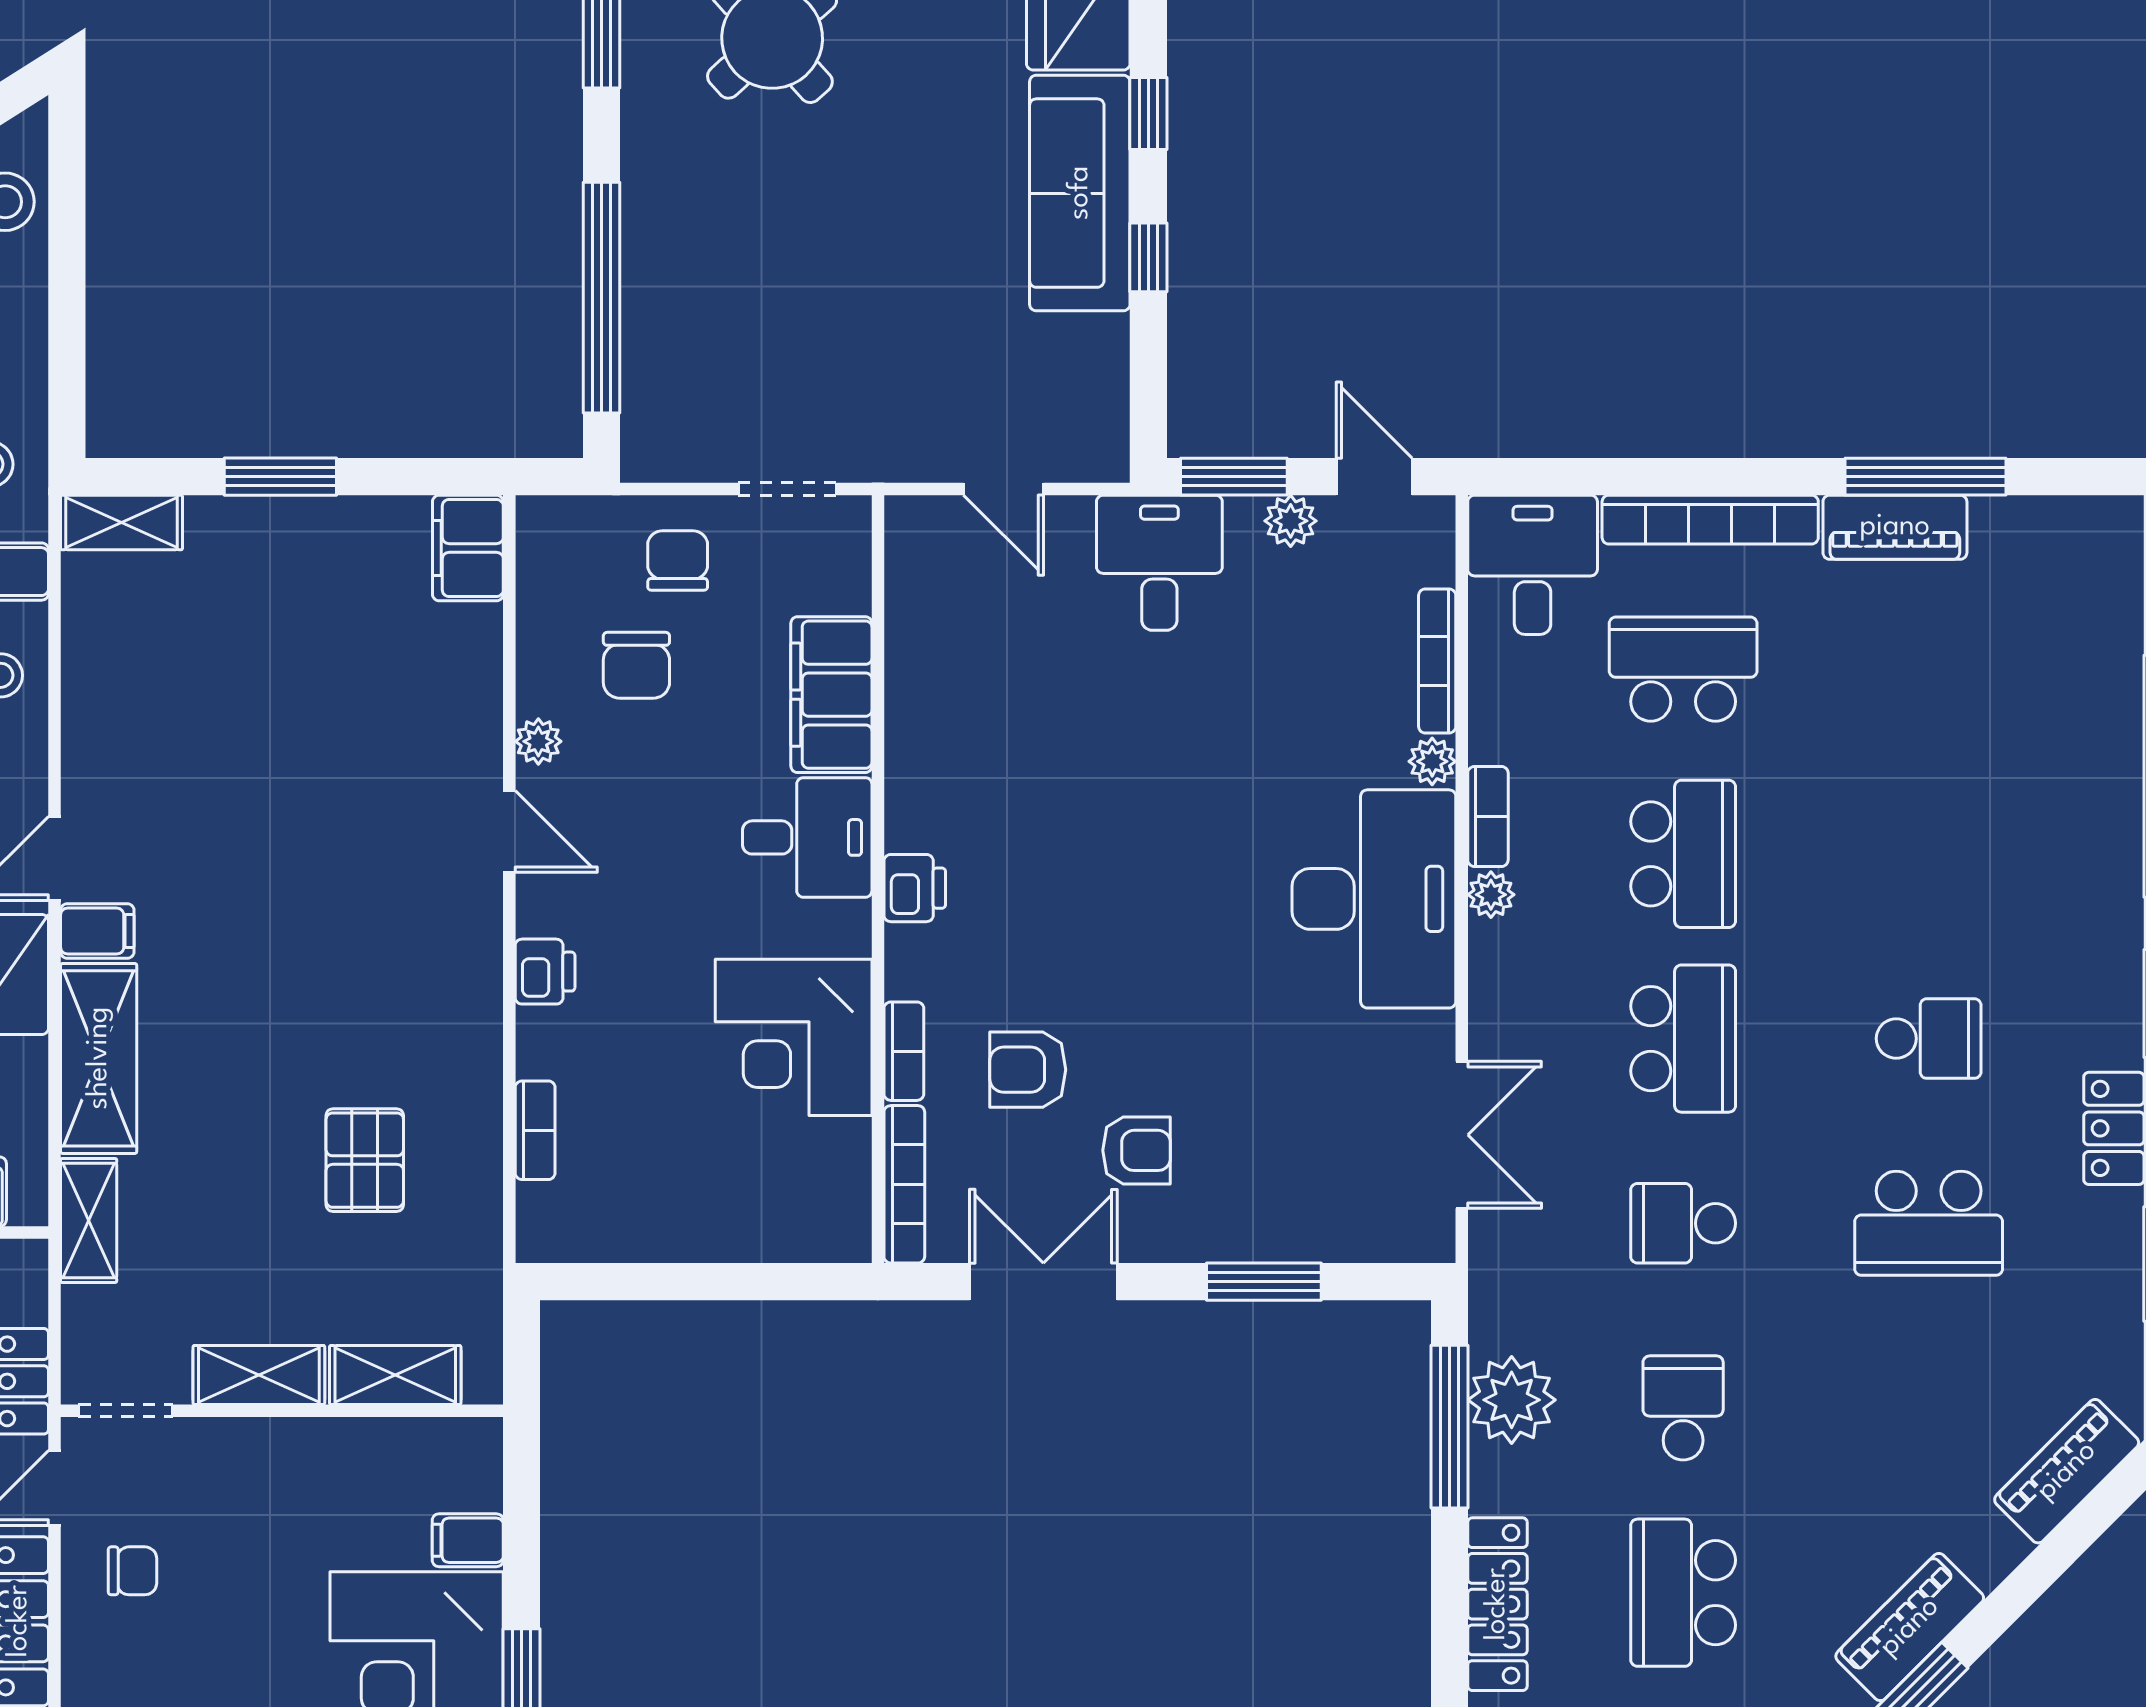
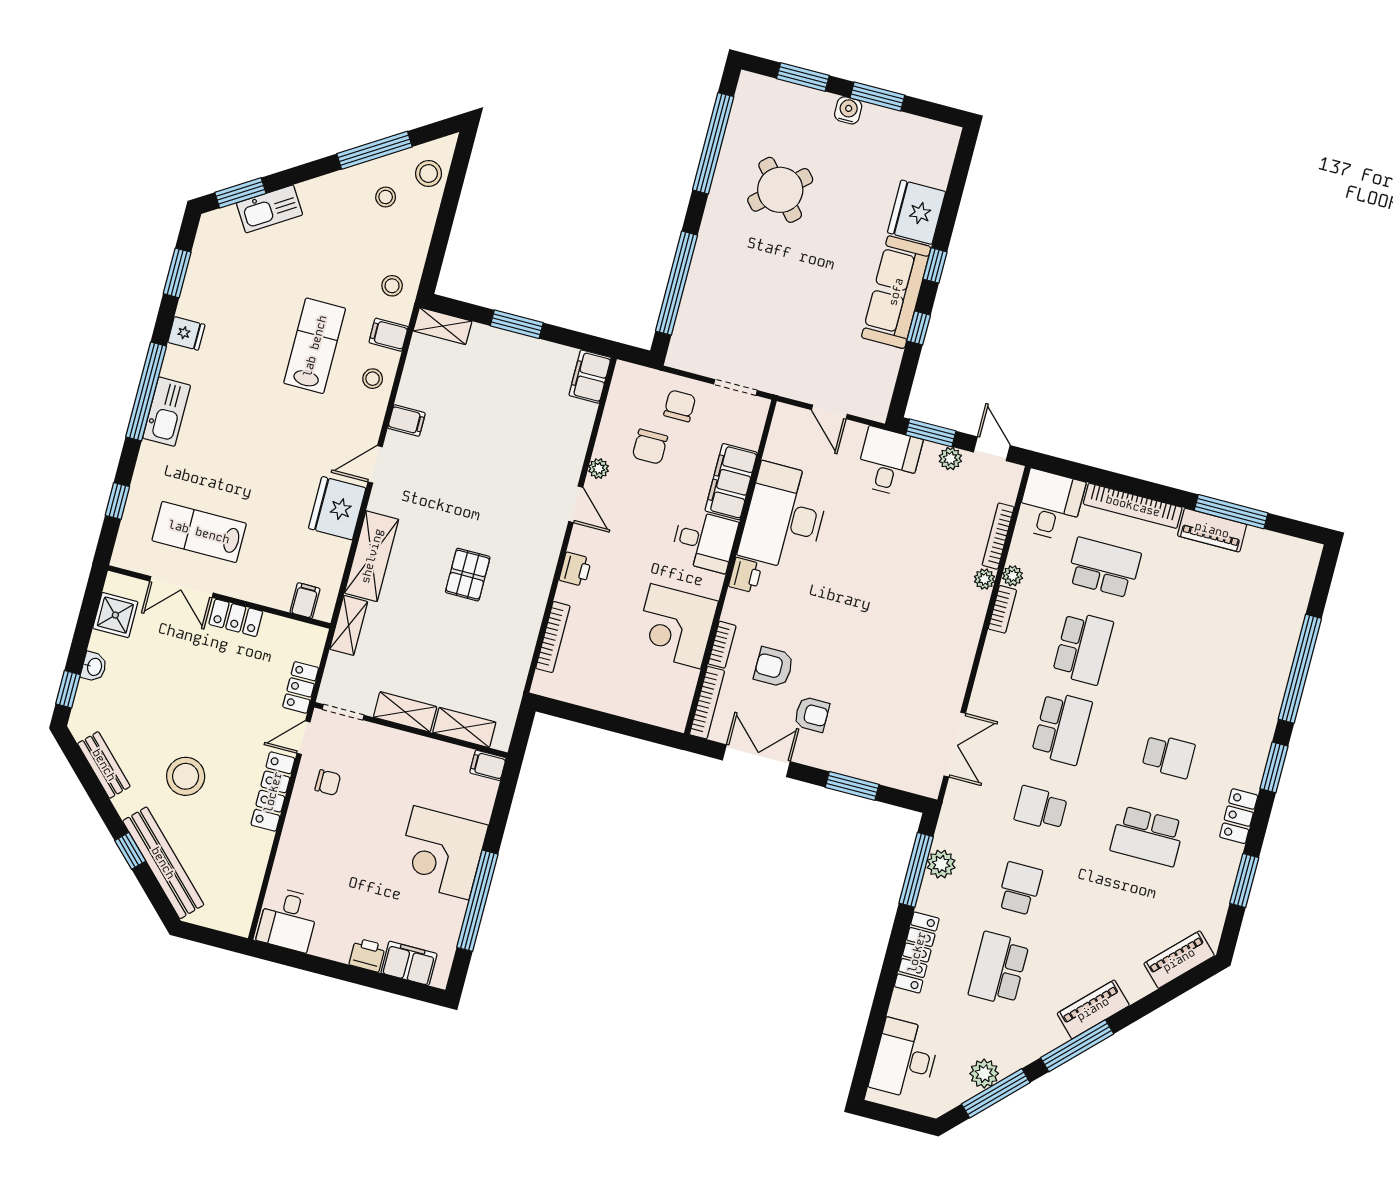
plant: (1491, 895) -> (1013, 576), moved
desk: (1374, 899) -> (784, 517), moved, turned 180
filing cabinet: (97, 931) -> (406, 420), moved
bookcase: (535, 1130) -> (553, 637), width x1.56
pallet: (365, 1160) -> (468, 575), moved
plant: (1512, 1400) -> (941, 864), width x0.73, depth x0.73
filing cabinet: (468, 1540) -> (488, 765), moved

